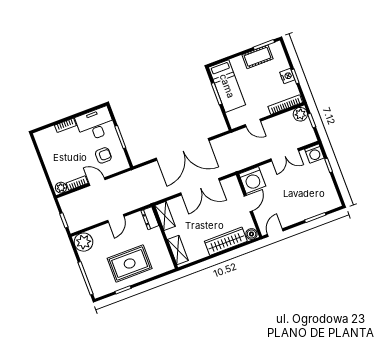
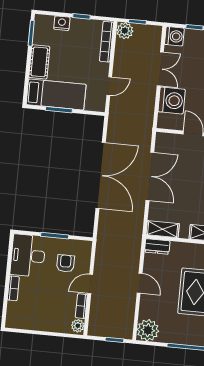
cot: (257, 57) -> (39, 62), moved
nightstand: (287, 76) -> (62, 23), moved
washing machine: (252, 180) -> (172, 100), moved

